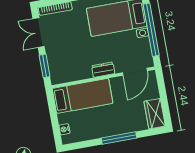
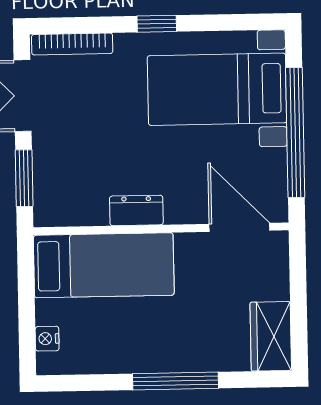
dresser: (103, 70) -> (136, 210), moved
door: (135, 72) -> (239, 227), swing flipped

